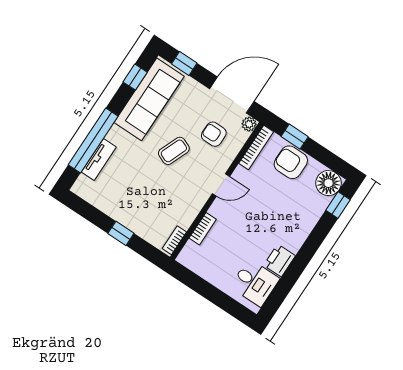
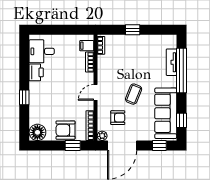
armchair: (291, 162) -> (66, 130), turned 180
window: (338, 205) -> (24, 97), moved
filing cabinet: (193, 252) -> (87, 46), added

